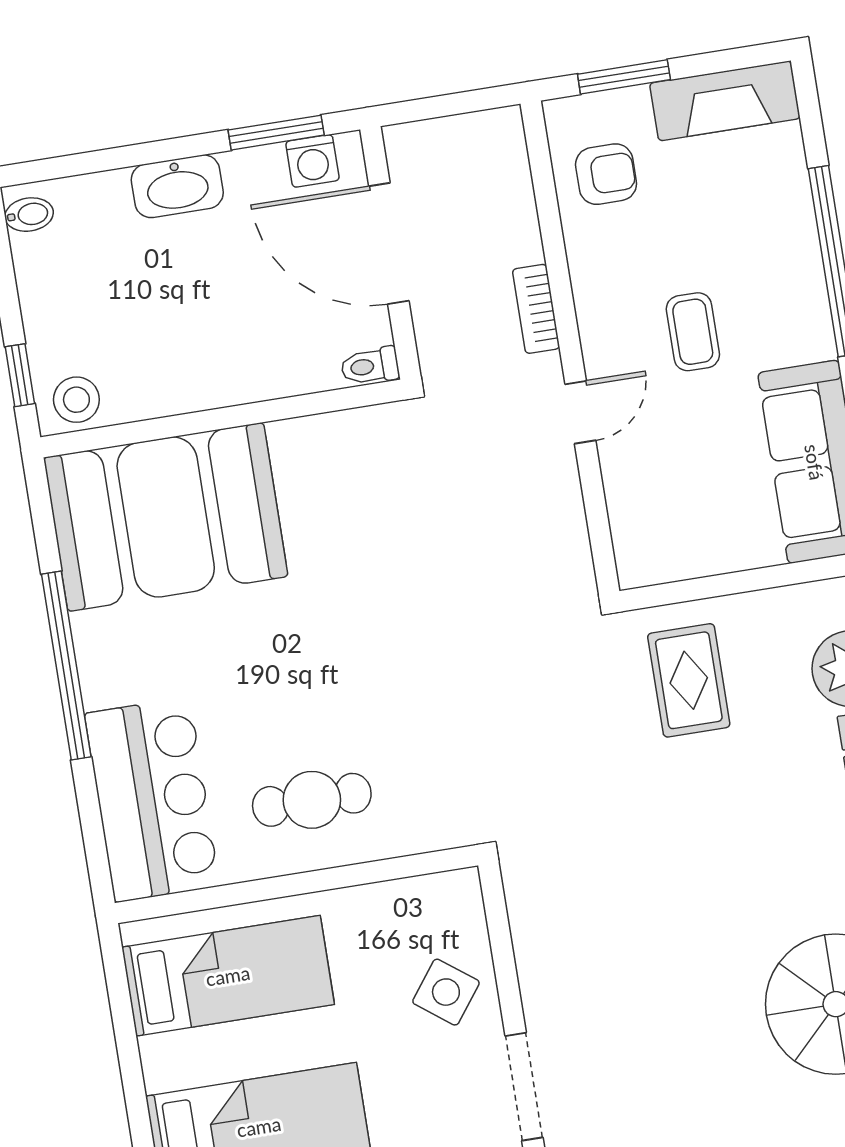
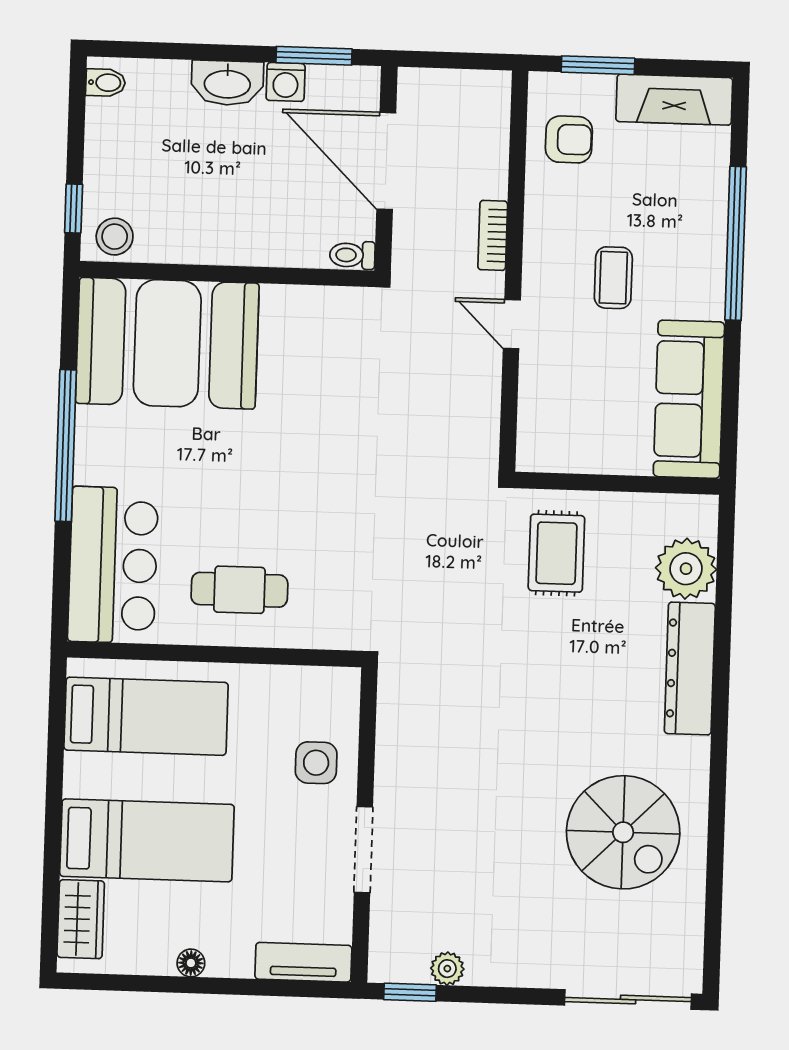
washing machine: (312, 161) -> (286, 82), moved
door: (580, 412) -> (512, 324), swing flipped
side table: (446, 992) -> (316, 763), turned -37

